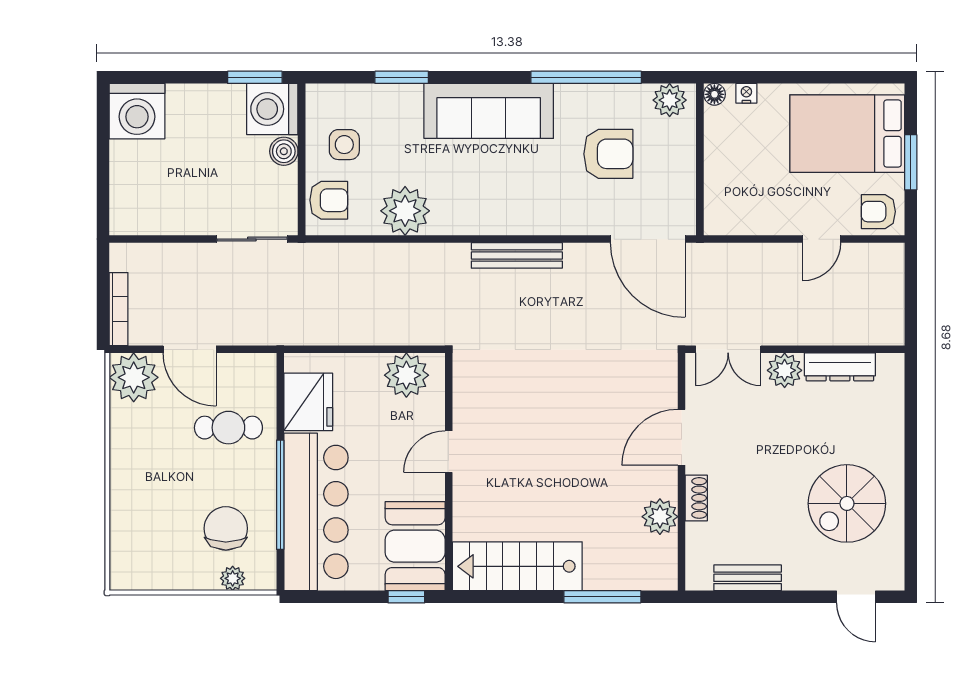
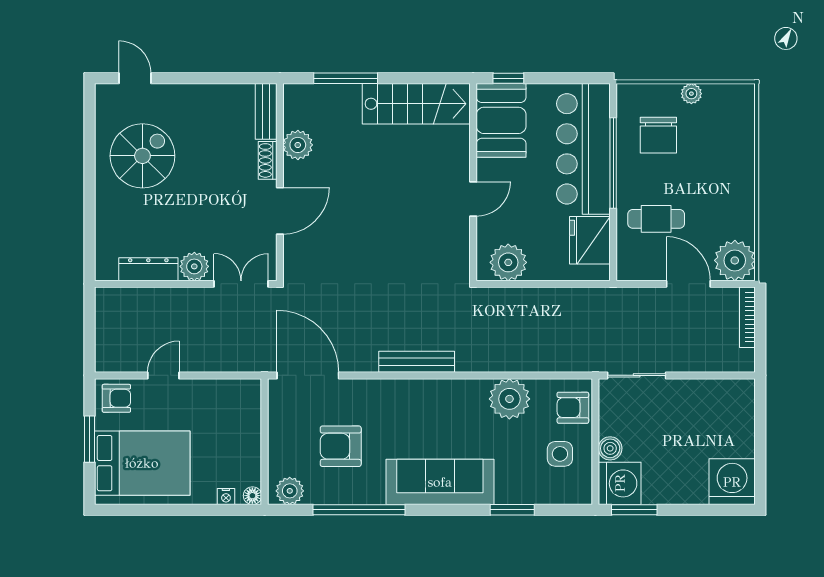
plant: (233, 578) -> (691, 94), moved
bench: (748, 578) -> (266, 111), moved, turned 90

